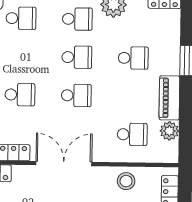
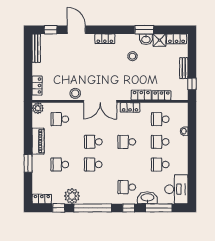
school desk: (77, 19) -> (93, 187), removed
plant: (169, 131) -> (38, 108), moved
stool: (126, 181) -> (75, 93), moved

